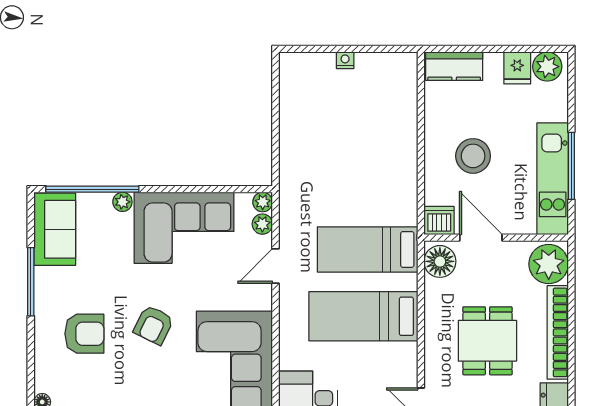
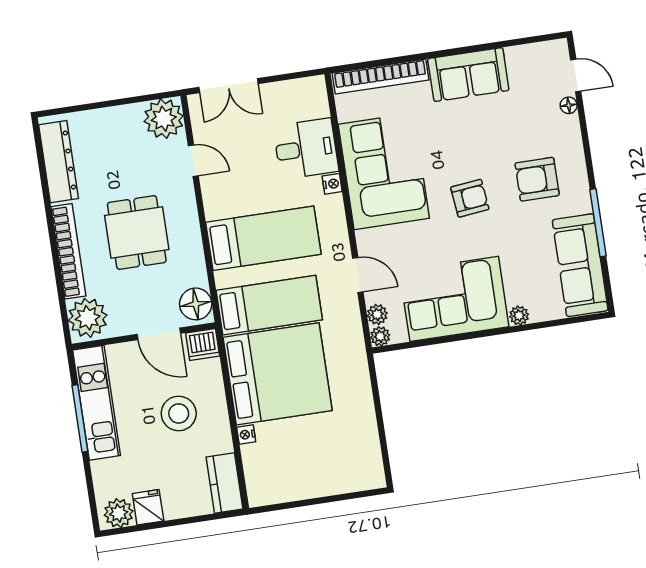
nightstand: (345, 60) -> (246, 435), moved, turned 90
kitchen counter: (454, 66) -> (225, 483), moved, turned -90
bed: (370, 180) -> (278, 374), added
window: (92, 189) -> (551, 324), removed
sofa: (55, 229) -> (580, 265), width x1.36
door: (276, 266) -> (358, 275), hinge flipped
armchair: (154, 325) -> (470, 198), turned 58
nightstand: (287, 360) -> (332, 184), added

